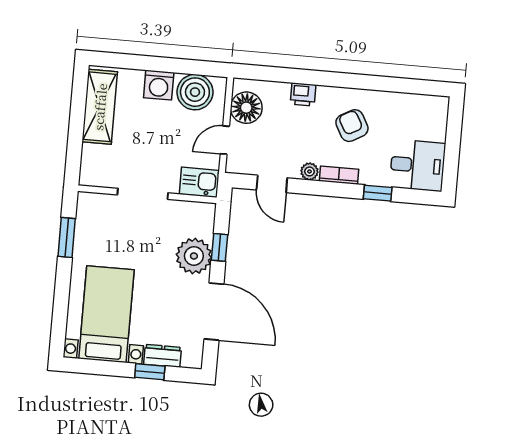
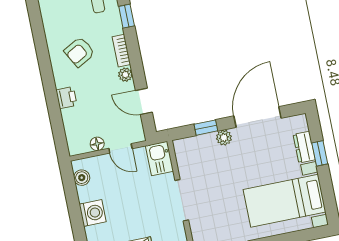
boiler: (195, 92) -> (82, 178), width x0.54, depth x0.54
floor lamp: (246, 108) -> (97, 144), width x0.53, depth x0.53
door: (272, 184) -> (144, 101), swing flipped
plant: (194, 256) -> (224, 138), width x0.53, depth x0.53

